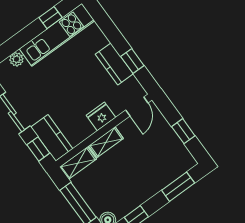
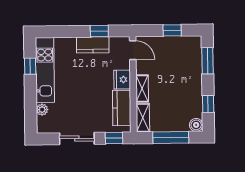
kitchen counter: (52, 138) -> (122, 108), moved, turned -90

